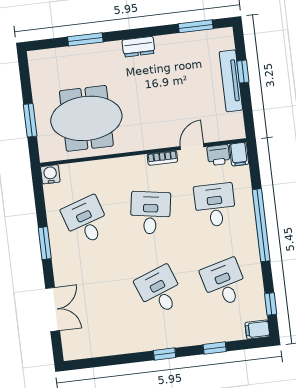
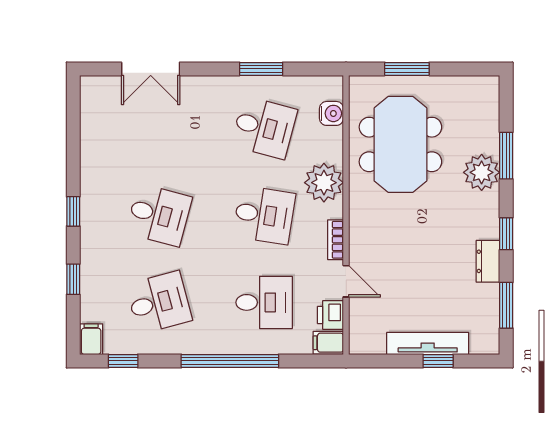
window: (143, 33) -> (506, 234), added
dresser: (138, 47) -> (488, 261), moved
plant: (100, 56) -> (482, 172), added
plant: (121, 172) -> (324, 183), added
water cooler: (50, 174) -> (331, 113), moved
desk: (86, 221) -> (264, 127), turned 33
window: (45, 243) -> (261, 69), moved
desk: (160, 290) -> (159, 215), turned 36

